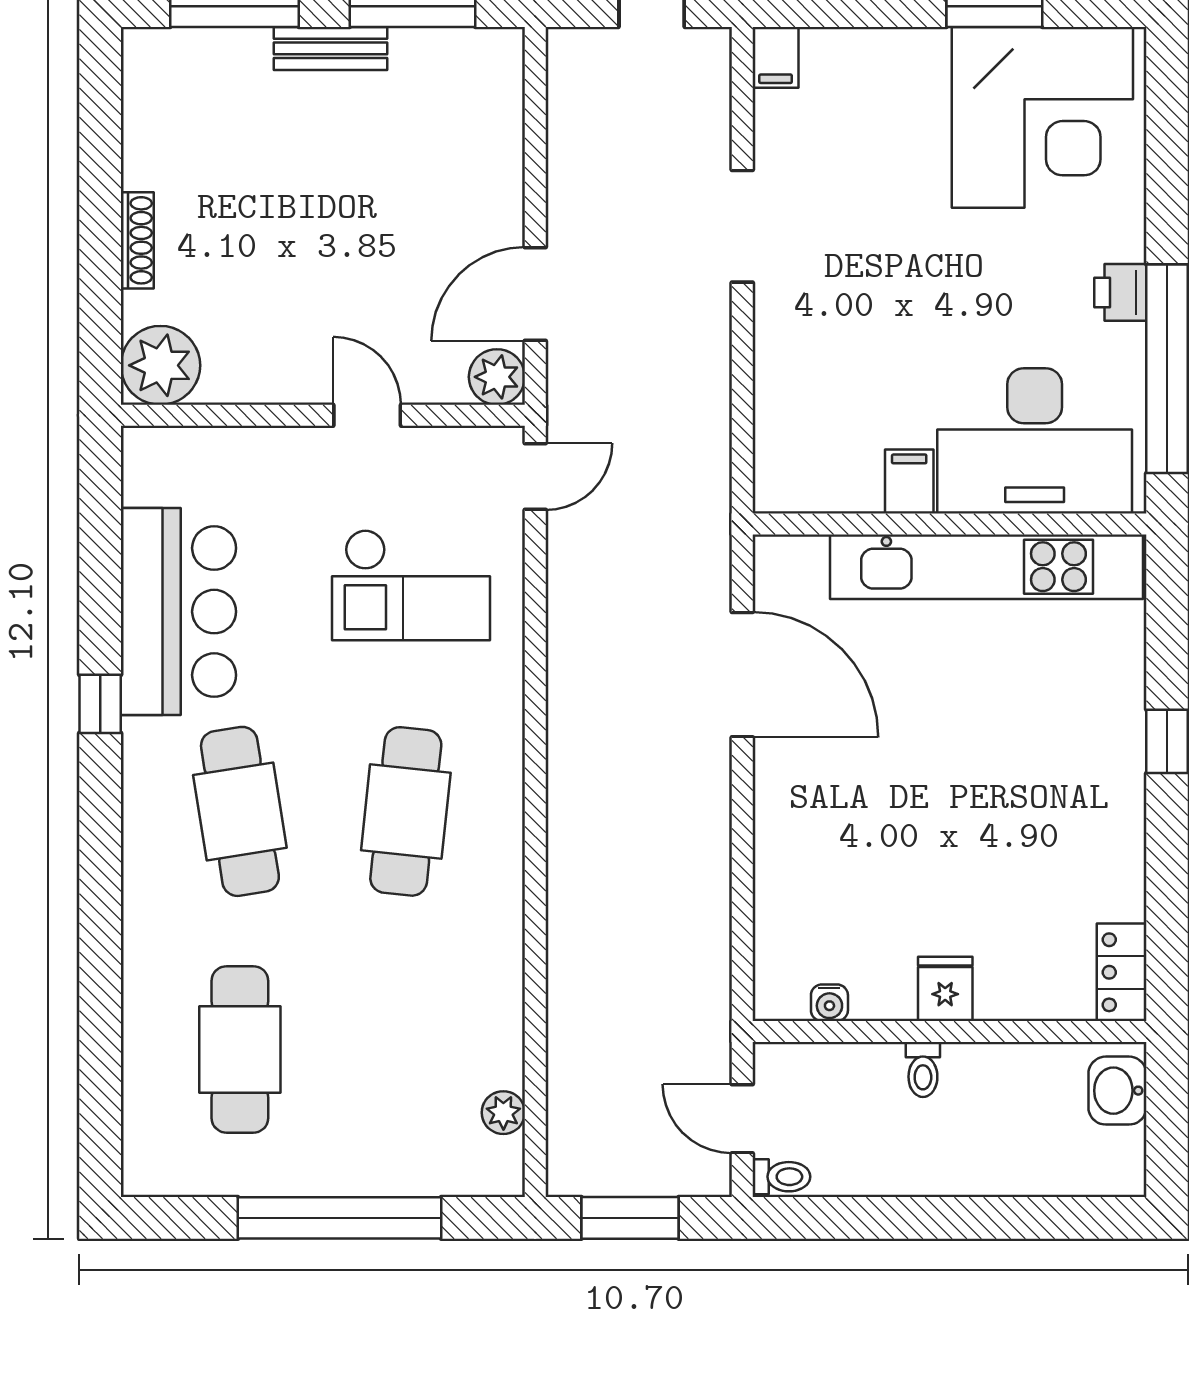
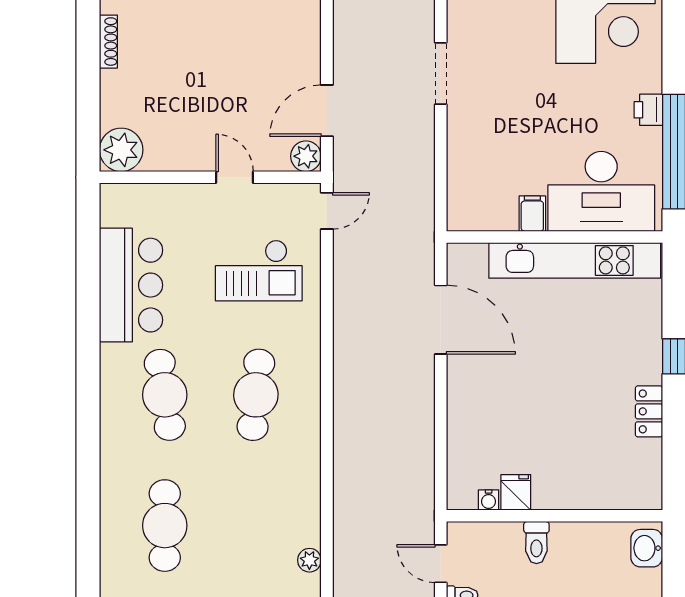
shoe rack: (137, 240) -> (108, 42), moved
window: (100, 704) -> (88, 336), removed
locker: (1122, 972) -> (649, 411), moved
fridge: (945, 989) -> (516, 492), moved
toilet: (923, 1070) -> (536, 542), width x1.37, depth x1.39

